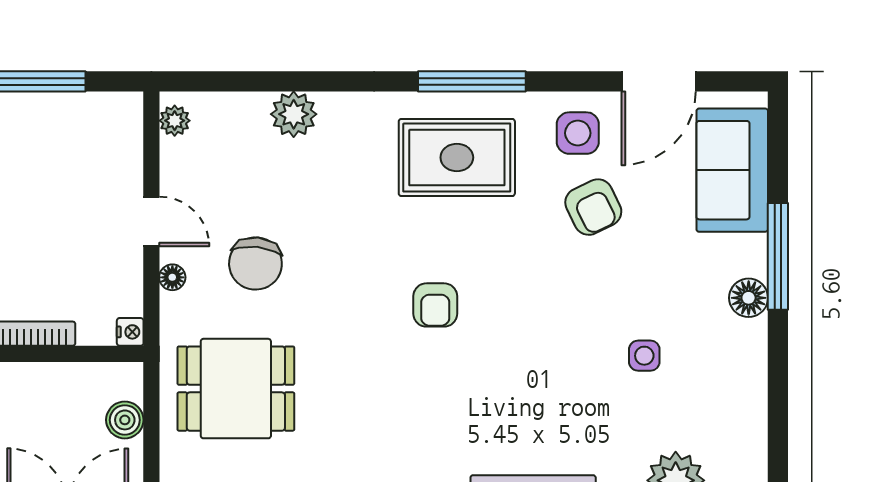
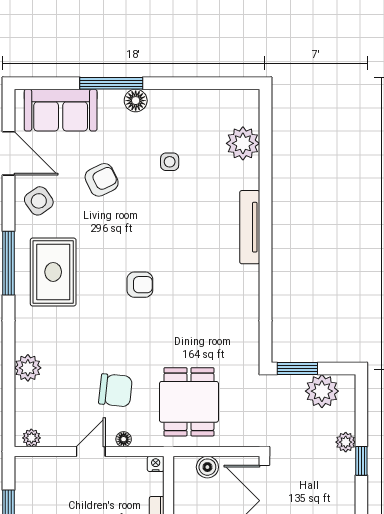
side table: (578, 133) -> (39, 201), turned -35
armchair: (593, 207) -> (102, 180), moved

